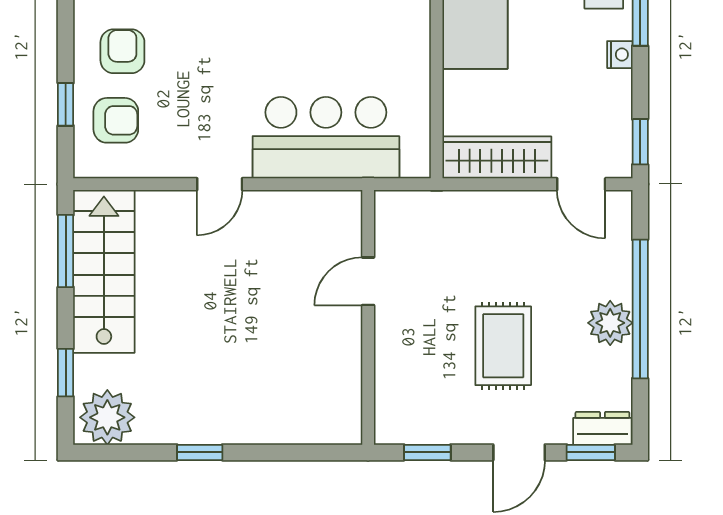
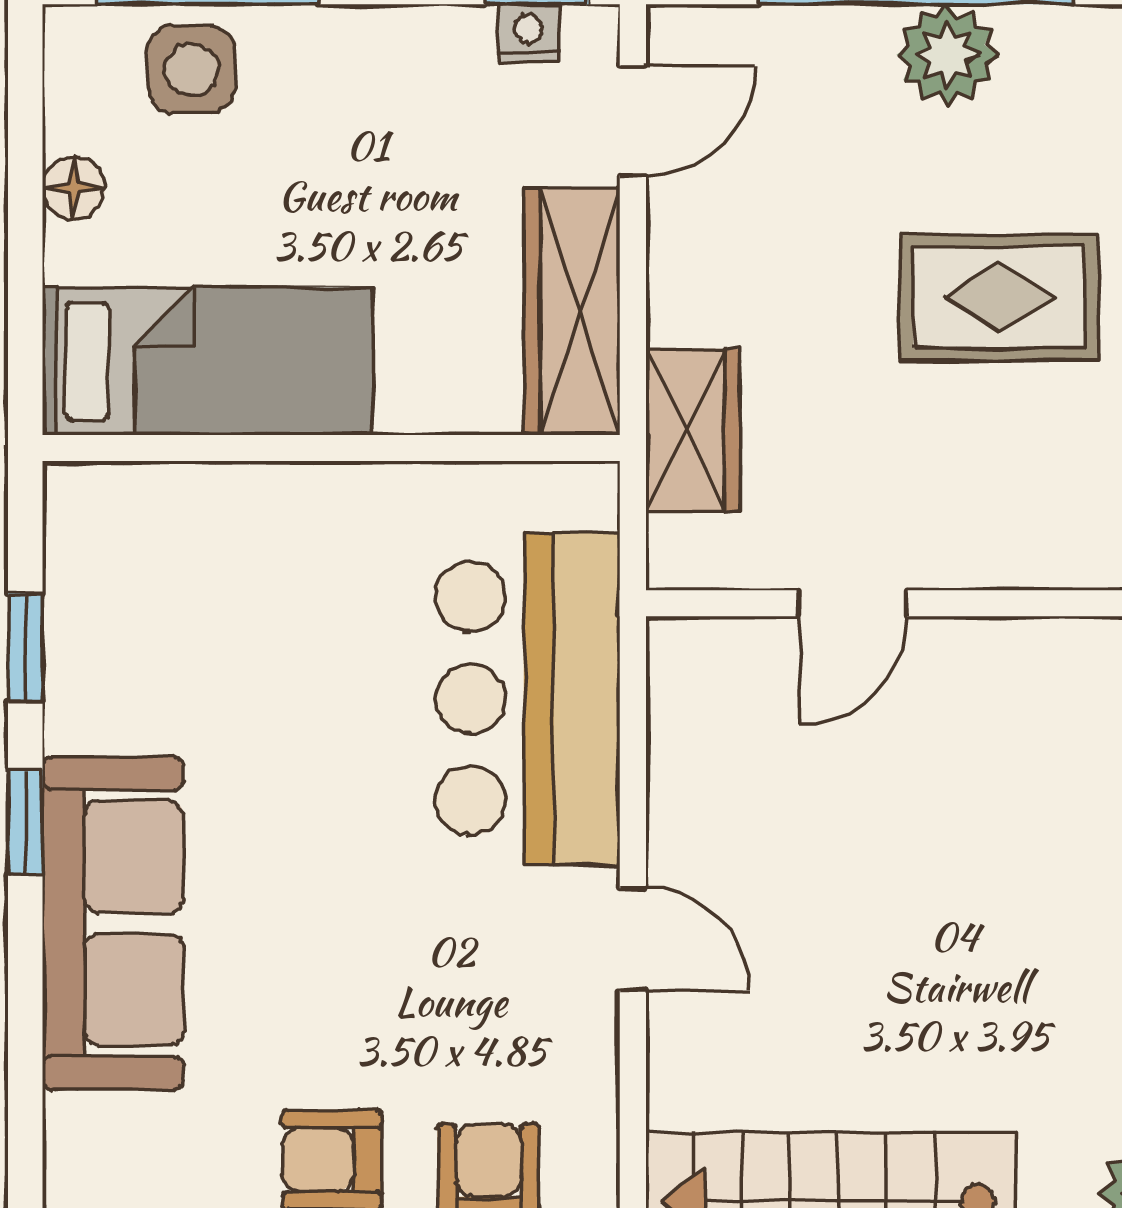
nightstand: (620, 55) -> (528, 33), moved
wardrobe: (445, 211) -> (693, 430), added
door: (368, 281) -> (853, 603), hinge flipped

